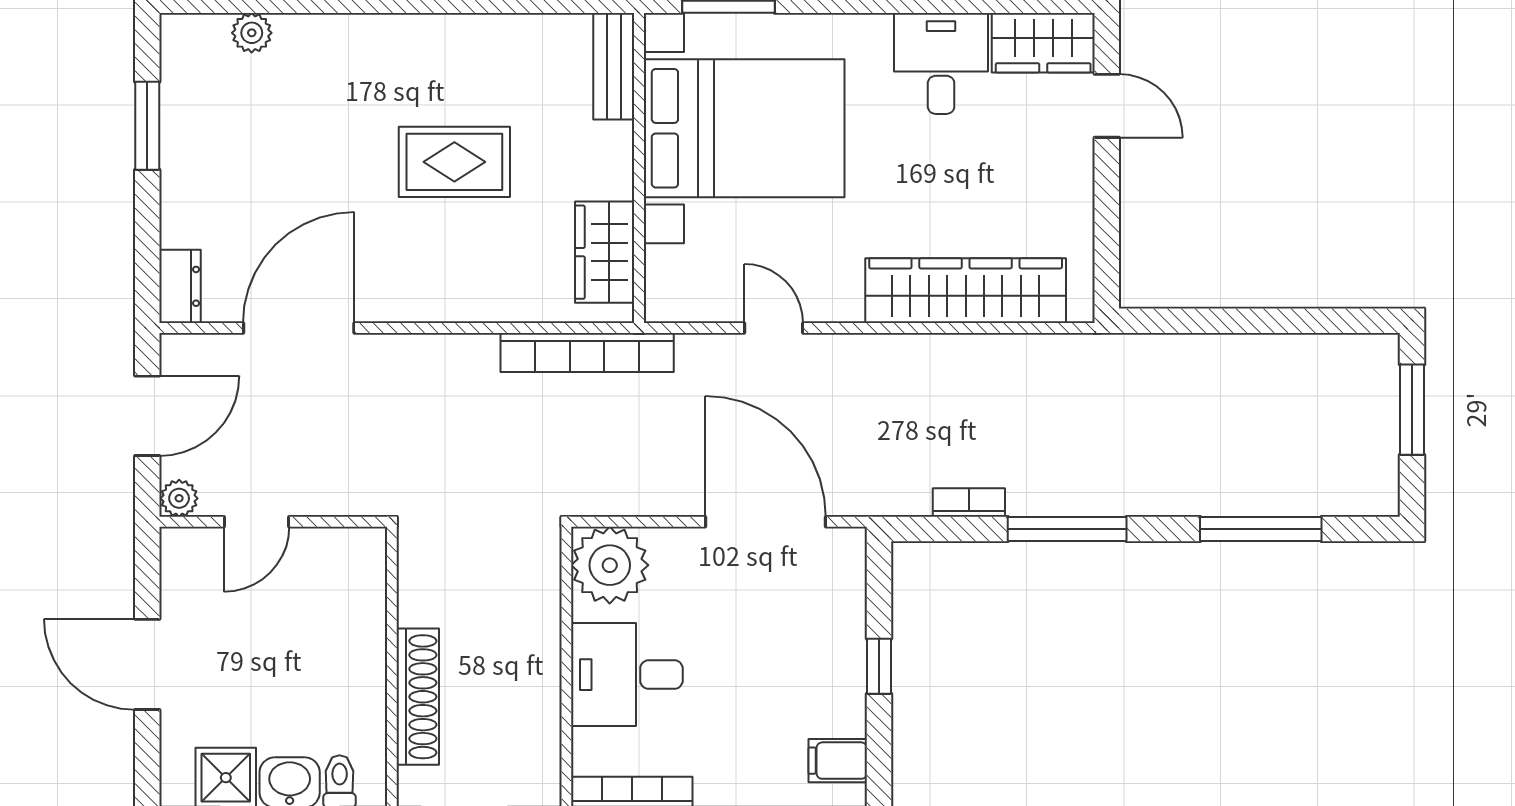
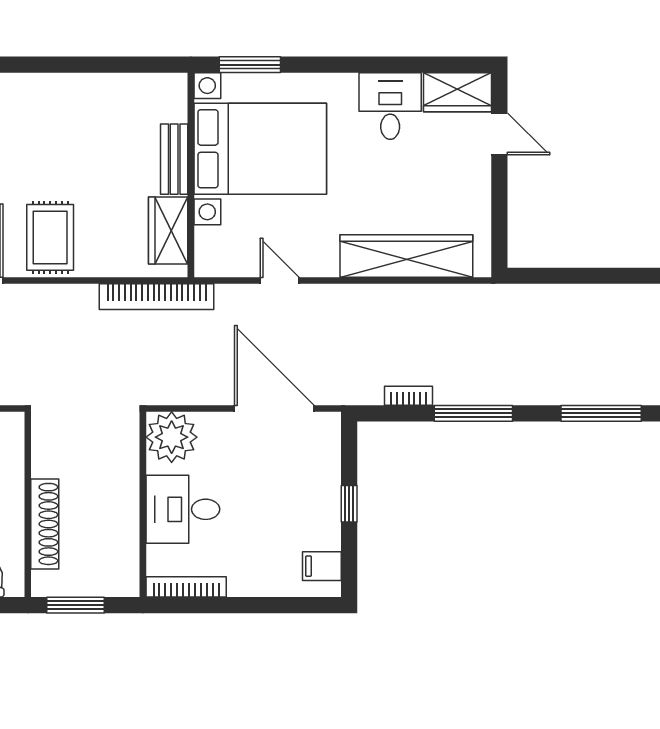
bench: (614, 66) -> (174, 159), moved
rug: (454, 162) -> (50, 237), moved, turned 90

